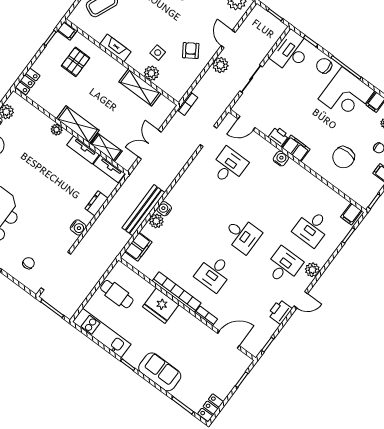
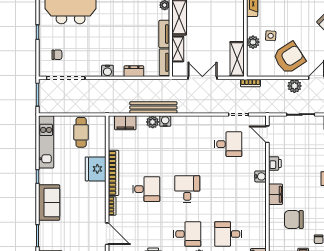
armchair: (191, 51) -> (289, 58), width x1.88, depth x1.88
shelving: (140, 88) -> (237, 59), moved
filing cabinet: (296, 148) -> (275, 194), moved
desk: (242, 235) -> (187, 189), turned 180
desk: (214, 273) -> (146, 189), turned 180

